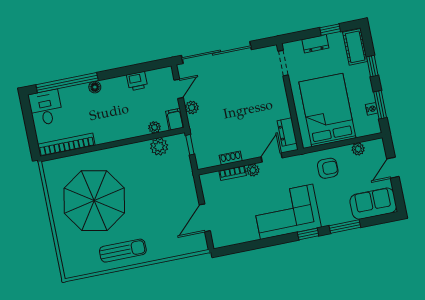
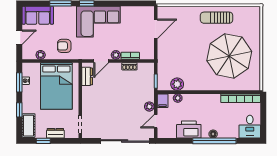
printer: (137, 81) -> (189, 129), width x1.87, depth x1.48
window: (67, 83) -> (214, 141), moved

